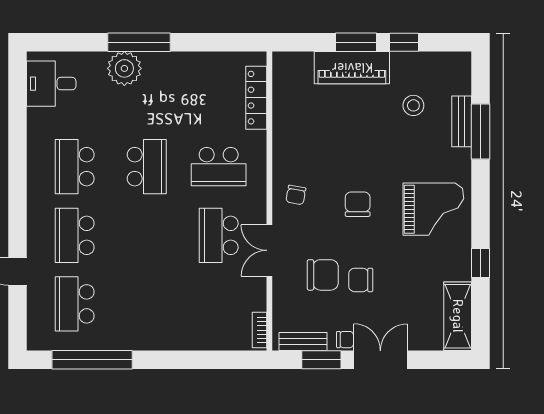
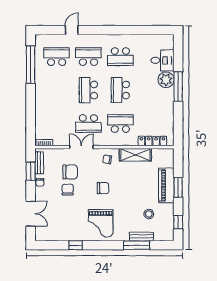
window: (404, 42) -> (178, 222), moved
desk: (51, 84) -> (163, 60), moved, turned 90
school desk: (75, 167) -> (120, 57), turned 180
school desk: (147, 167) -> (120, 90), turned 90
school desk: (219, 167) -> (120, 124), turned 90
school desk: (147, 235) -> (88, 90), added
school desk: (219, 235) -> (88, 124), turned 180
chair: (323, 275) -> (70, 172), turned -90
shelving: (458, 316) -> (135, 155), moved
double door: (380, 360) -> (31, 214), moved

